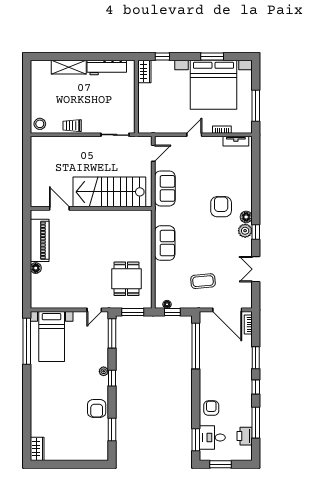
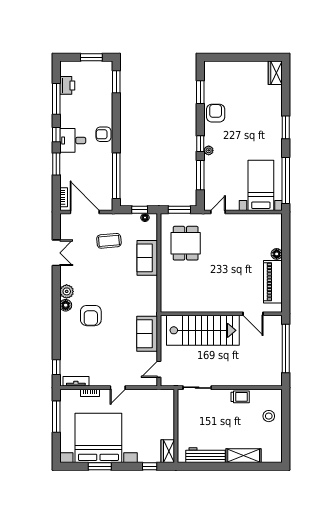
stool: (40, 124) -> (269, 416), moved
window: (27, 174) -> (286, 348), added
window: (256, 232) -> (56, 367), moved
sofa: (165, 243) -> (147, 258), moved
window: (112, 333) -> (200, 175), moved
window: (27, 394) -> (286, 127), added
armchair: (211, 408) -> (103, 134), moved, turned 90
desk: (212, 438) -> (73, 140), moved, turned 180

